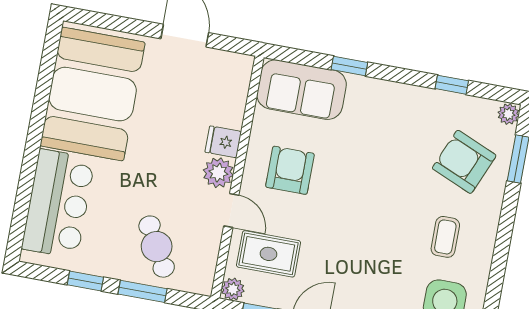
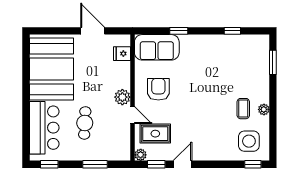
plant: (508, 114) -> (264, 109), moved
fridge: (223, 142) -> (122, 54), moved
armchair: (464, 162) -> (246, 69), removed
cafe table: (157, 247) -> (85, 123), moved, turned 32
window: (85, 281) -> (49, 164), moved

